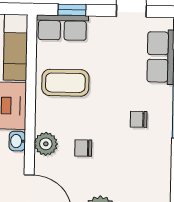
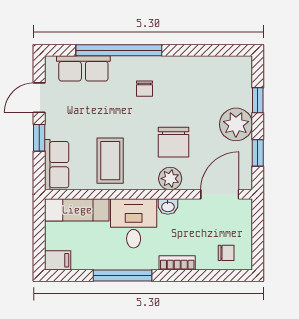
window: (72, 10) -> (39, 138), moved
chair: (83, 148) -> (174, 142), width x1.87, depth x1.87

